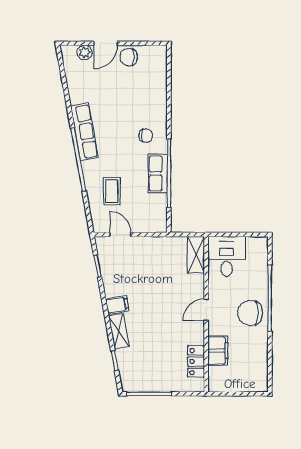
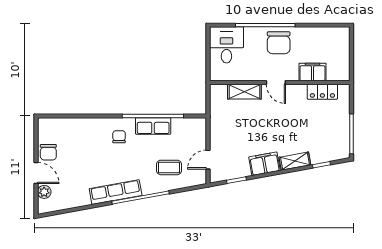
shelving: (196, 255) -> (244, 92), moved
desk: (227, 256) -> (226, 45), moved, turned 90
filing cabinet: (117, 305) -> (264, 164), width x2.00

